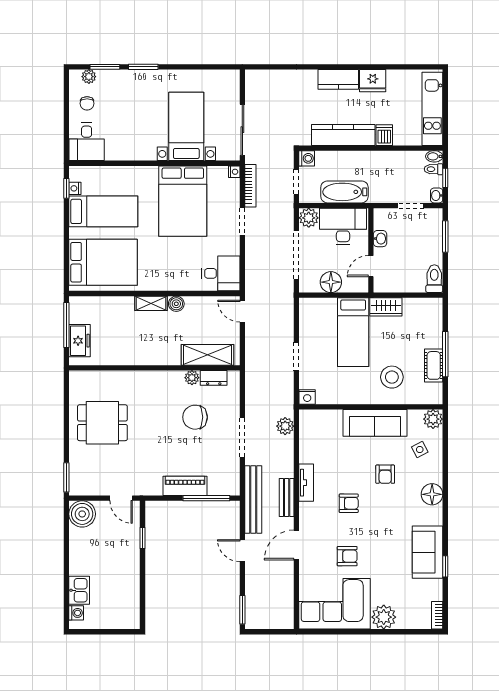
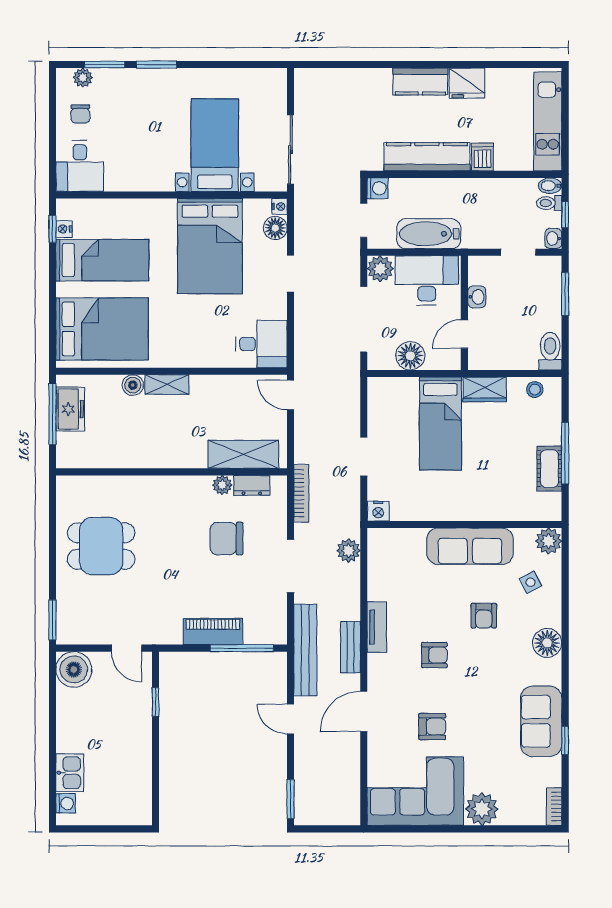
bookcase: (250, 186) -> (301, 493), moved
floor lamp: (231, 188) -> (275, 228), added
boiler: (176, 304) -> (133, 385), moved
freezer: (79, 341) -> (70, 409), moved
stool: (392, 377) -> (535, 390), moved, width x0.53, depth x0.53

